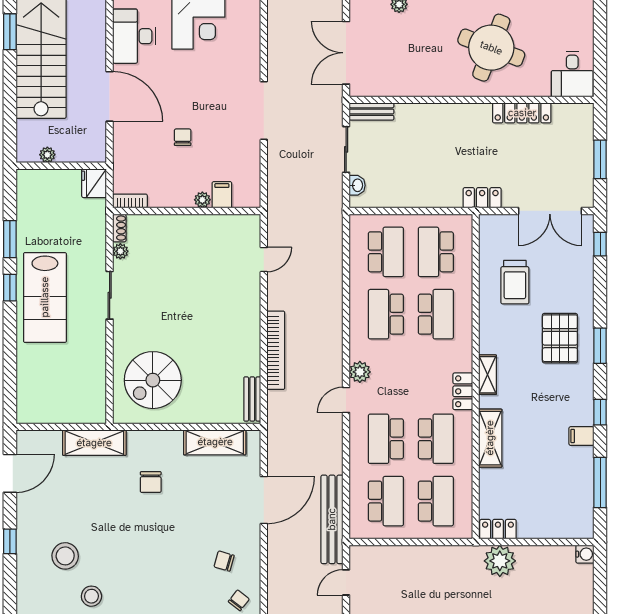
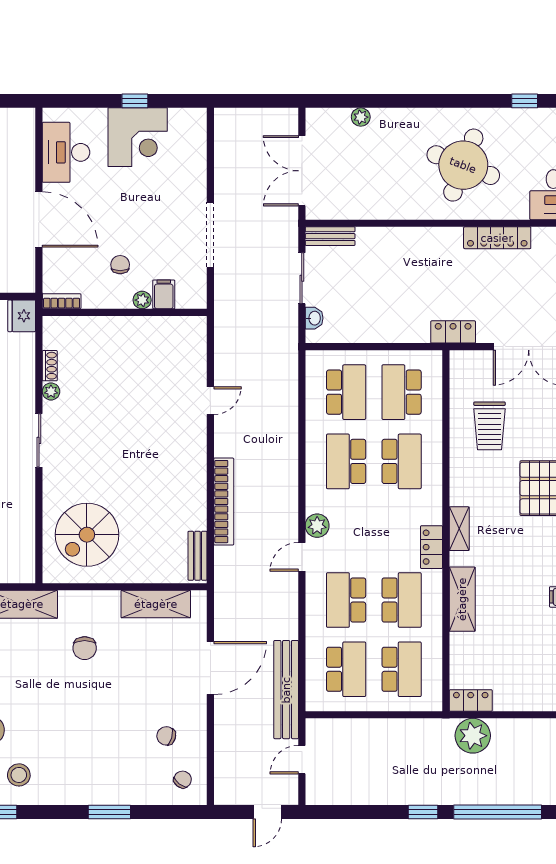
filing cabinet: (222, 195) -> (164, 294), moved
plant: (202, 200) -> (142, 300), moved
bookcase: (130, 201) -> (62, 301), moved
wall: (187, 211) -> (125, 312), moved

